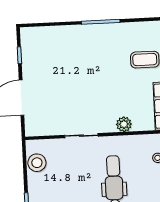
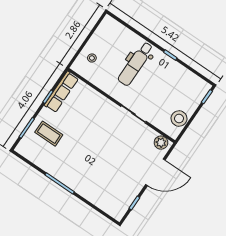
plant: (124, 124) -> (161, 143), moved

